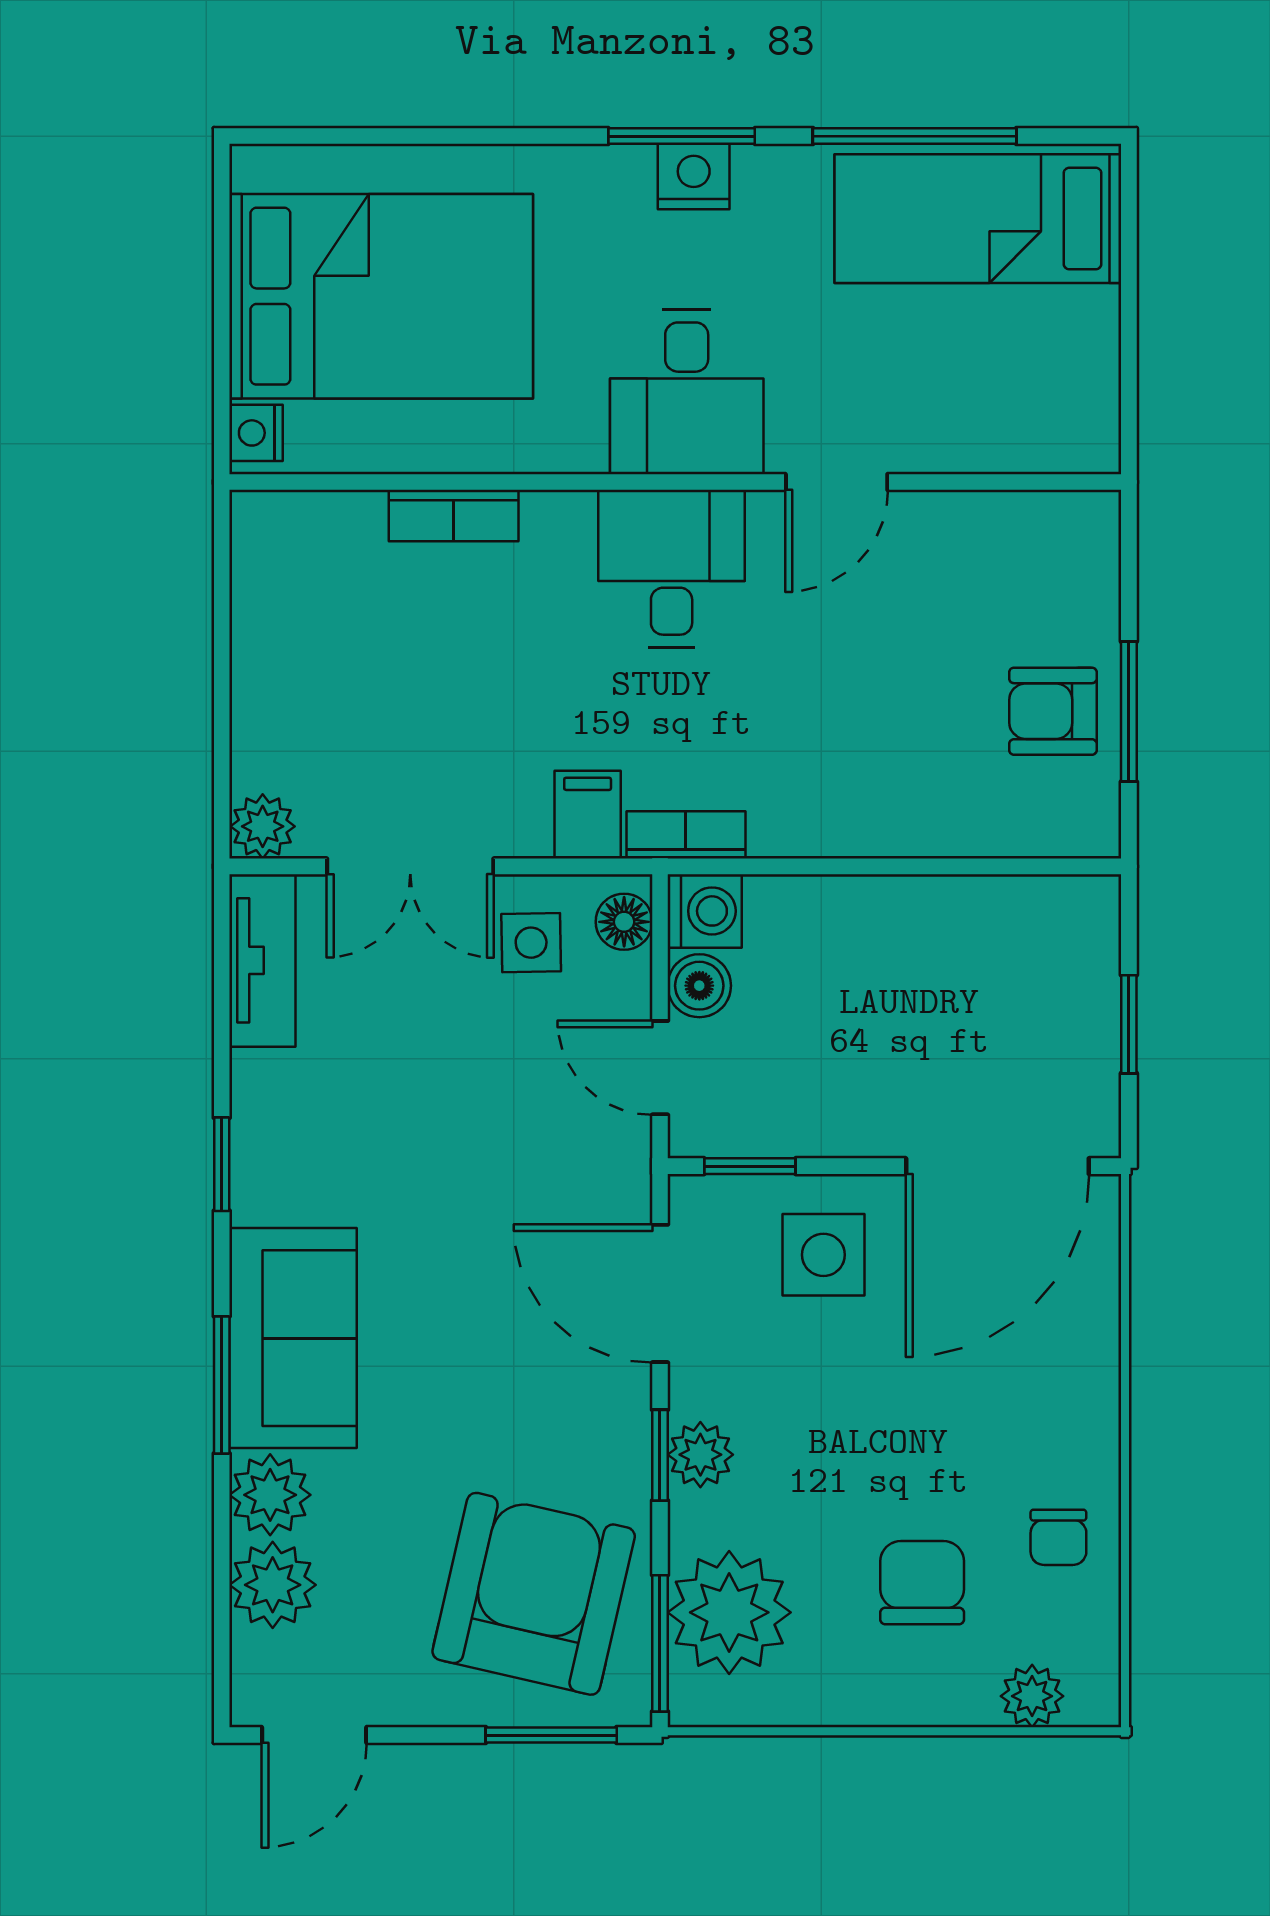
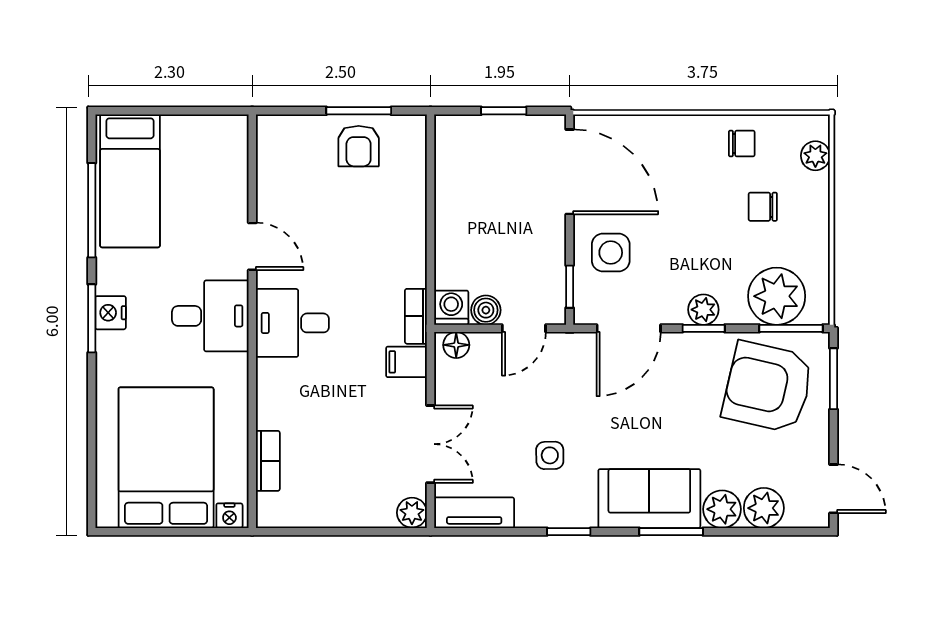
bookcase: (454, 516) -> (268, 461), moved
side table: (531, 943) -> (550, 455), moved
chair: (922, 1583) -> (763, 207), width x0.73, depth x0.73

